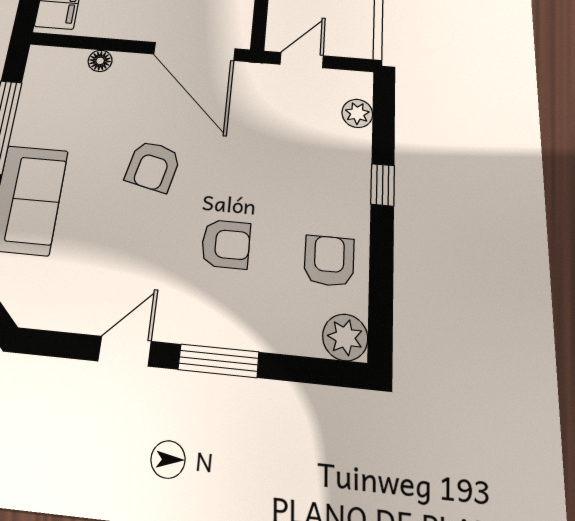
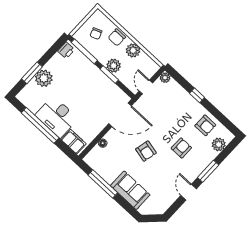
plant: (357, 113) -> (165, 78), moved
armchair: (329, 261) -> (205, 125), turned 180
plant: (345, 337) -> (219, 144), moved

